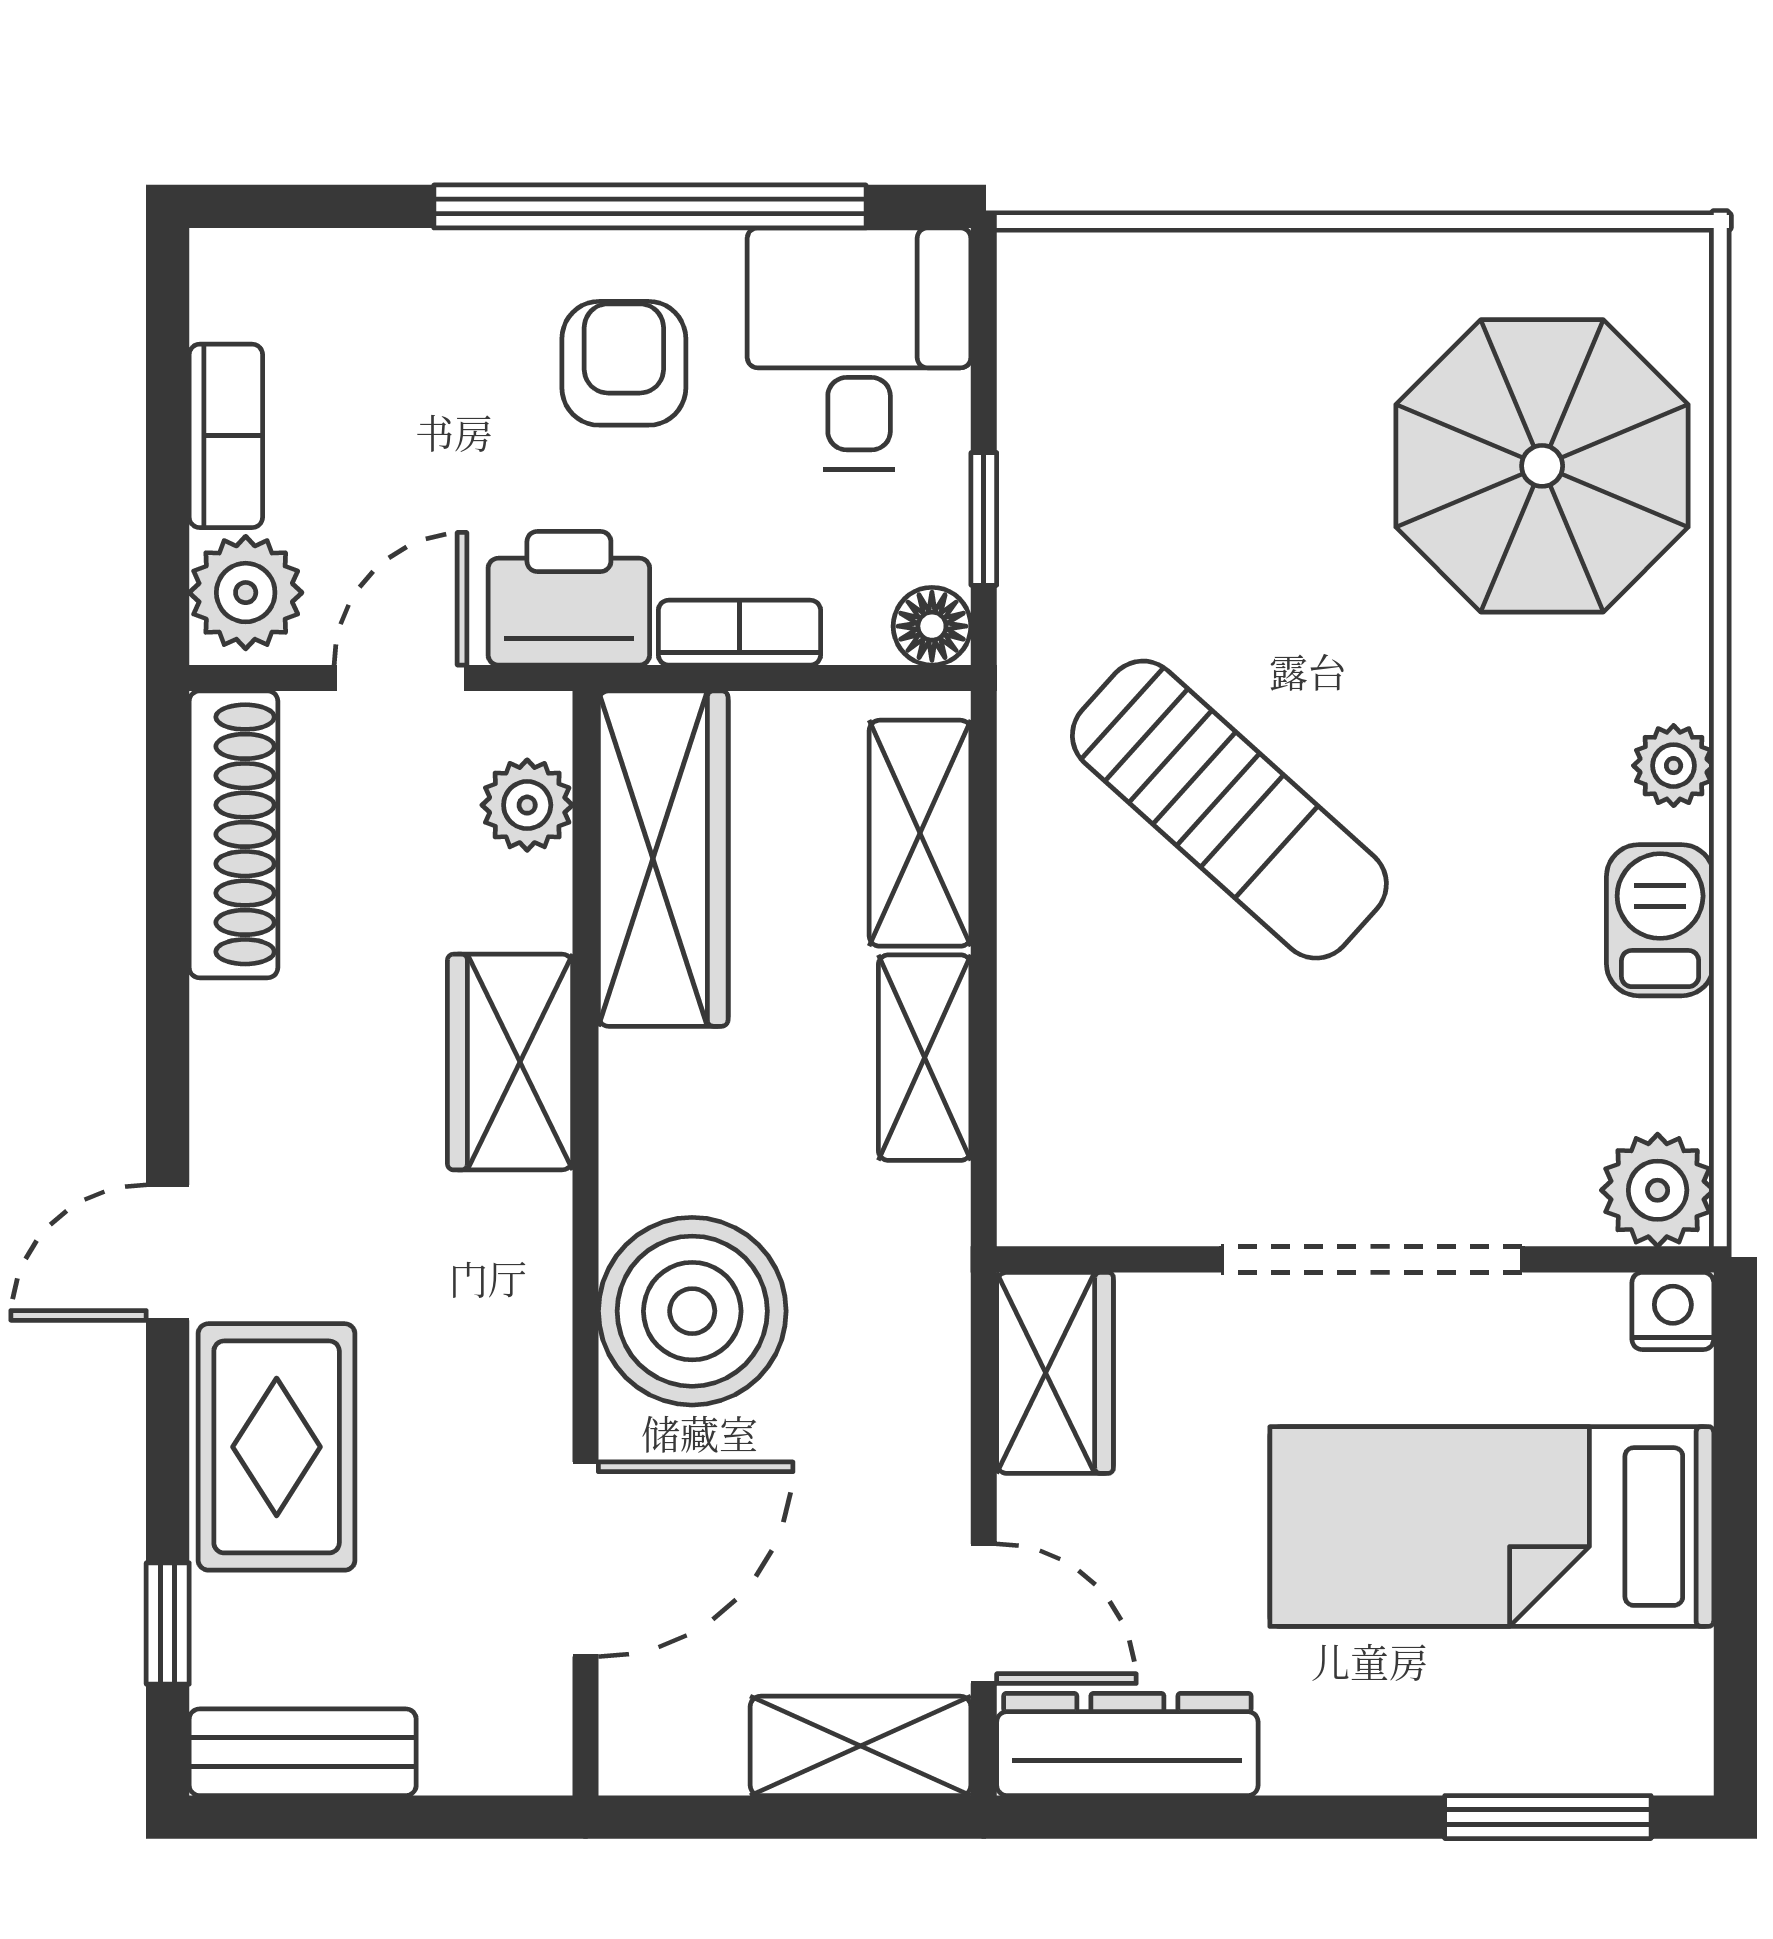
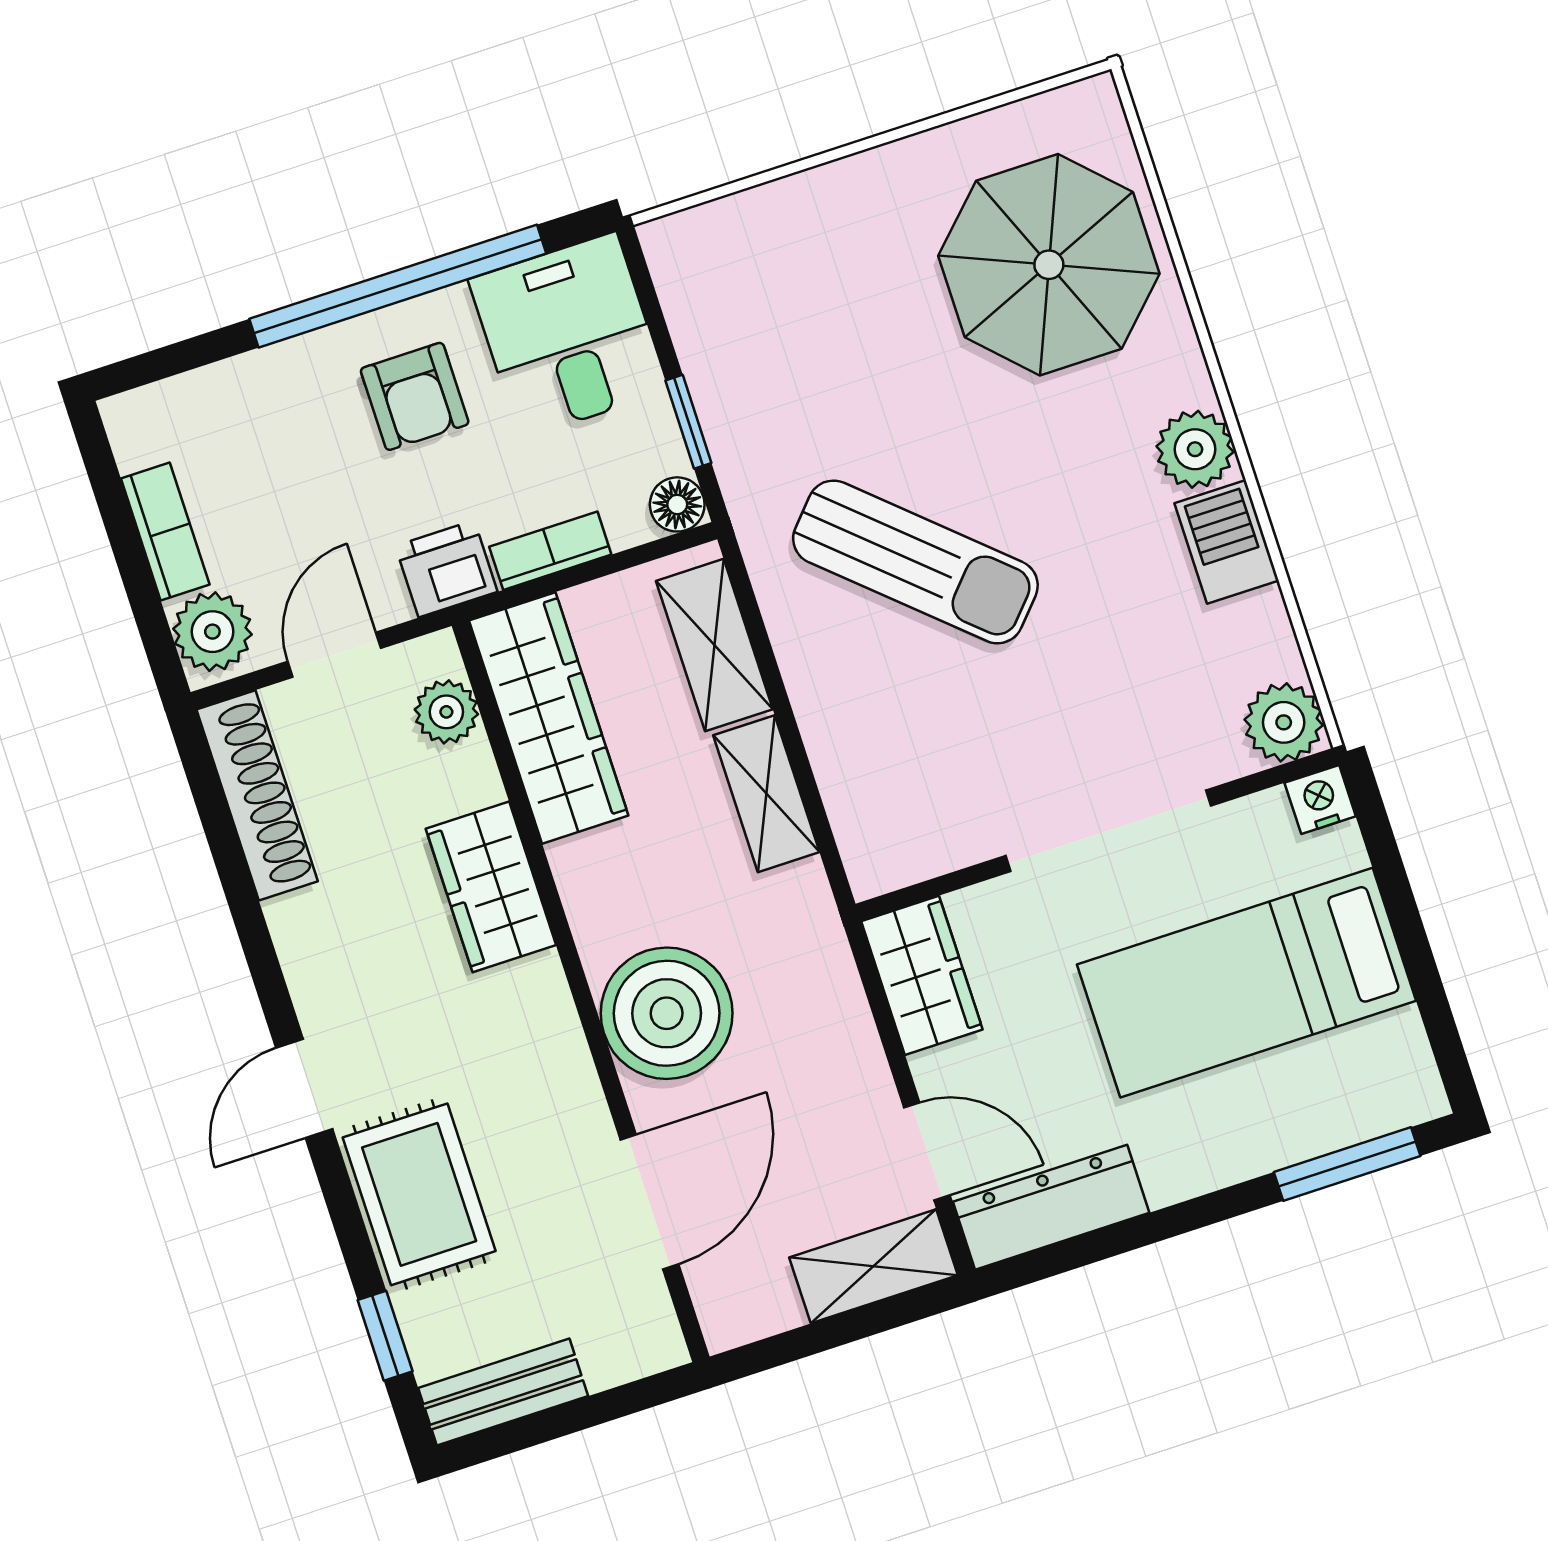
armchair: (624, 363) -> (415, 396), turned 180
printer: (569, 598) -> (446, 569), width x0.73, depth x0.81
plant: (1674, 766) -> (1195, 449), width x1.38, depth x1.38

